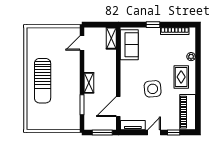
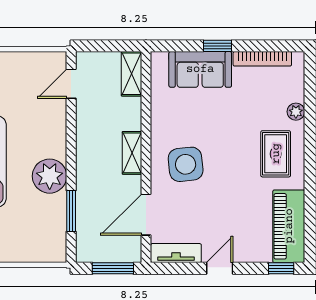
sofa: (129, 45) -> (200, 69), moved, turned 90
shelving: (89, 83) -> (132, 153), moved
plant: (72, 88) -> (50, 176), added
side table: (153, 89) -> (186, 164), moved
window: (174, 133) -> (281, 268), moved

